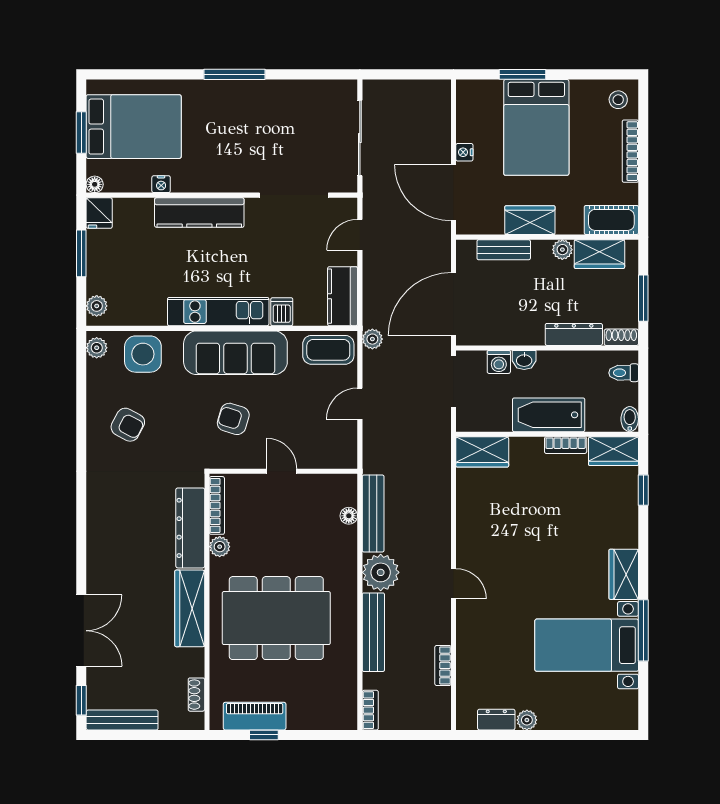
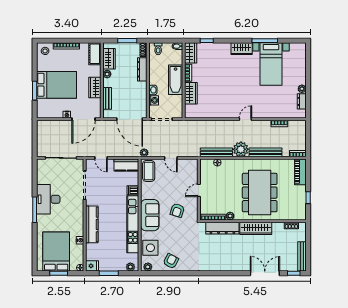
desk: (260, 108) -> (48, 199), added
kitchen unit: (218, 312) -> (133, 224), width x1.36
sofa: (235, 353) -> (150, 215), width x0.73
armchair: (128, 425) -> (171, 261), moved
wardrobe: (482, 452) -> (191, 93), moved
piano: (255, 716) -> (300, 172), moved

